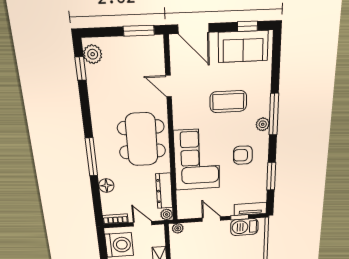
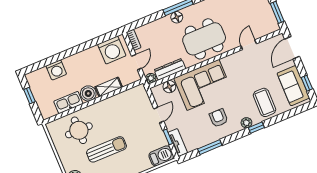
coffee table: (228, 102) -> (265, 102), moved
window: (274, 114) -> (256, 128), width x0.46
floor lamp: (106, 186) -> (177, 17), moved
floor lamp: (184, 198) -> (169, 87), added
barbecue: (244, 227) -> (161, 156), moved, turned 90
plant: (178, 228) -> (142, 91), removed

